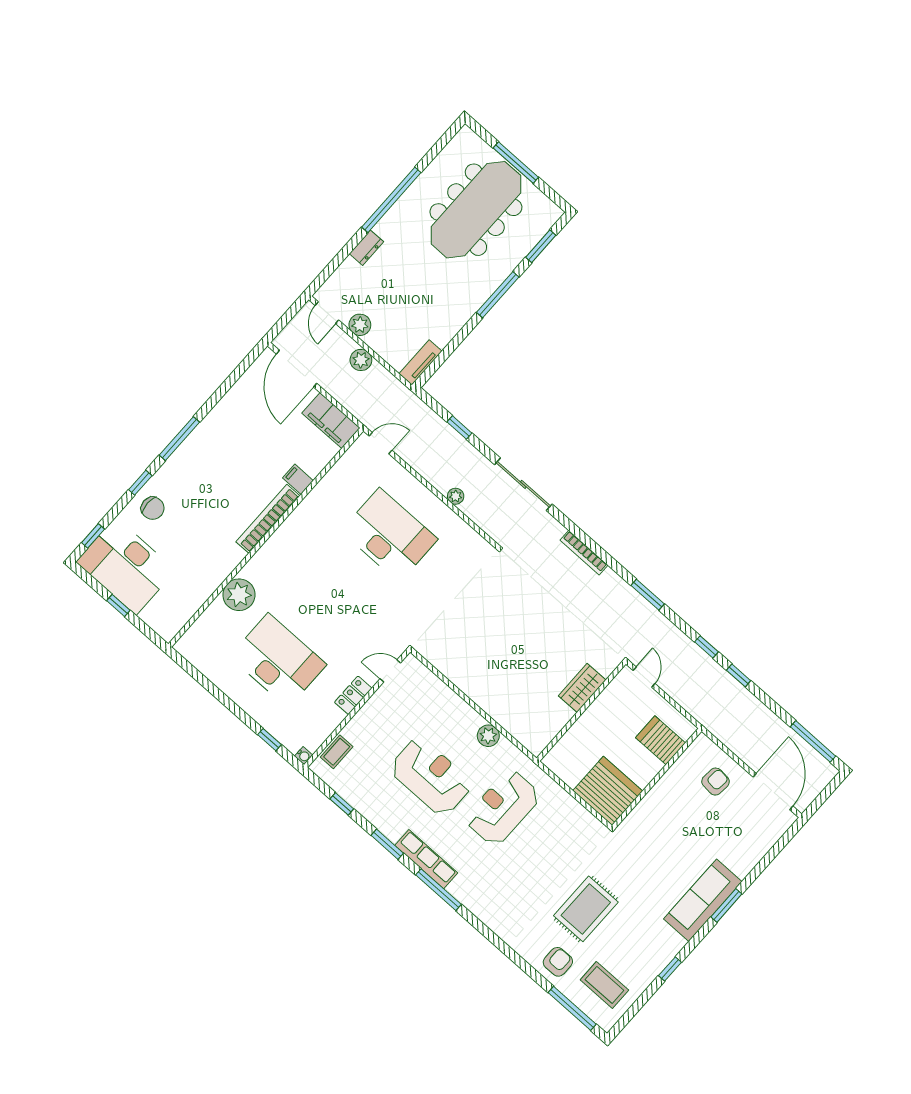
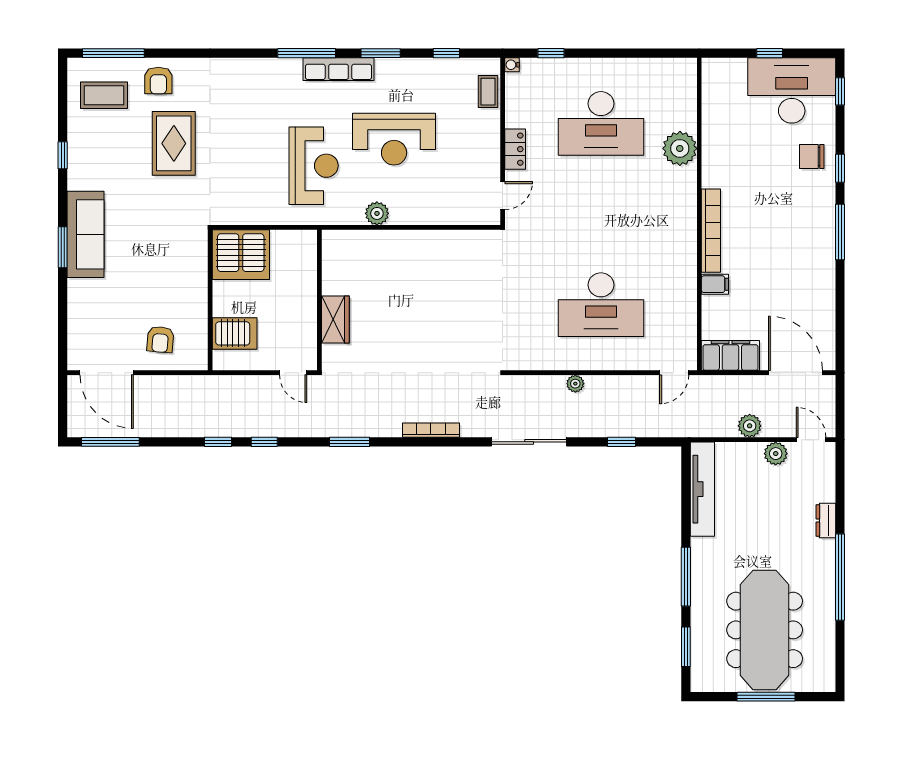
tv unit: (420, 362) -> (702, 489), width x1.92, depth x1.29

